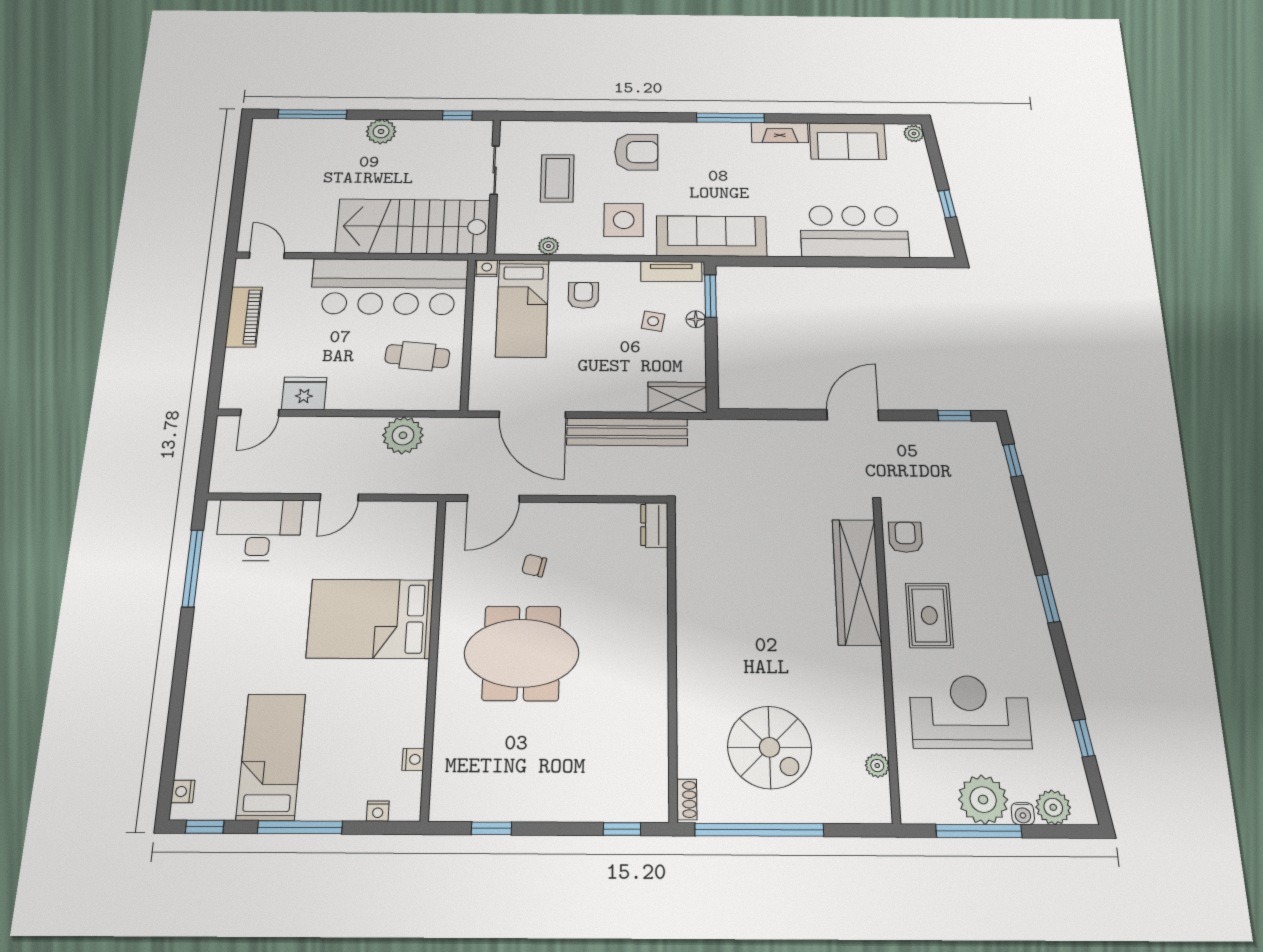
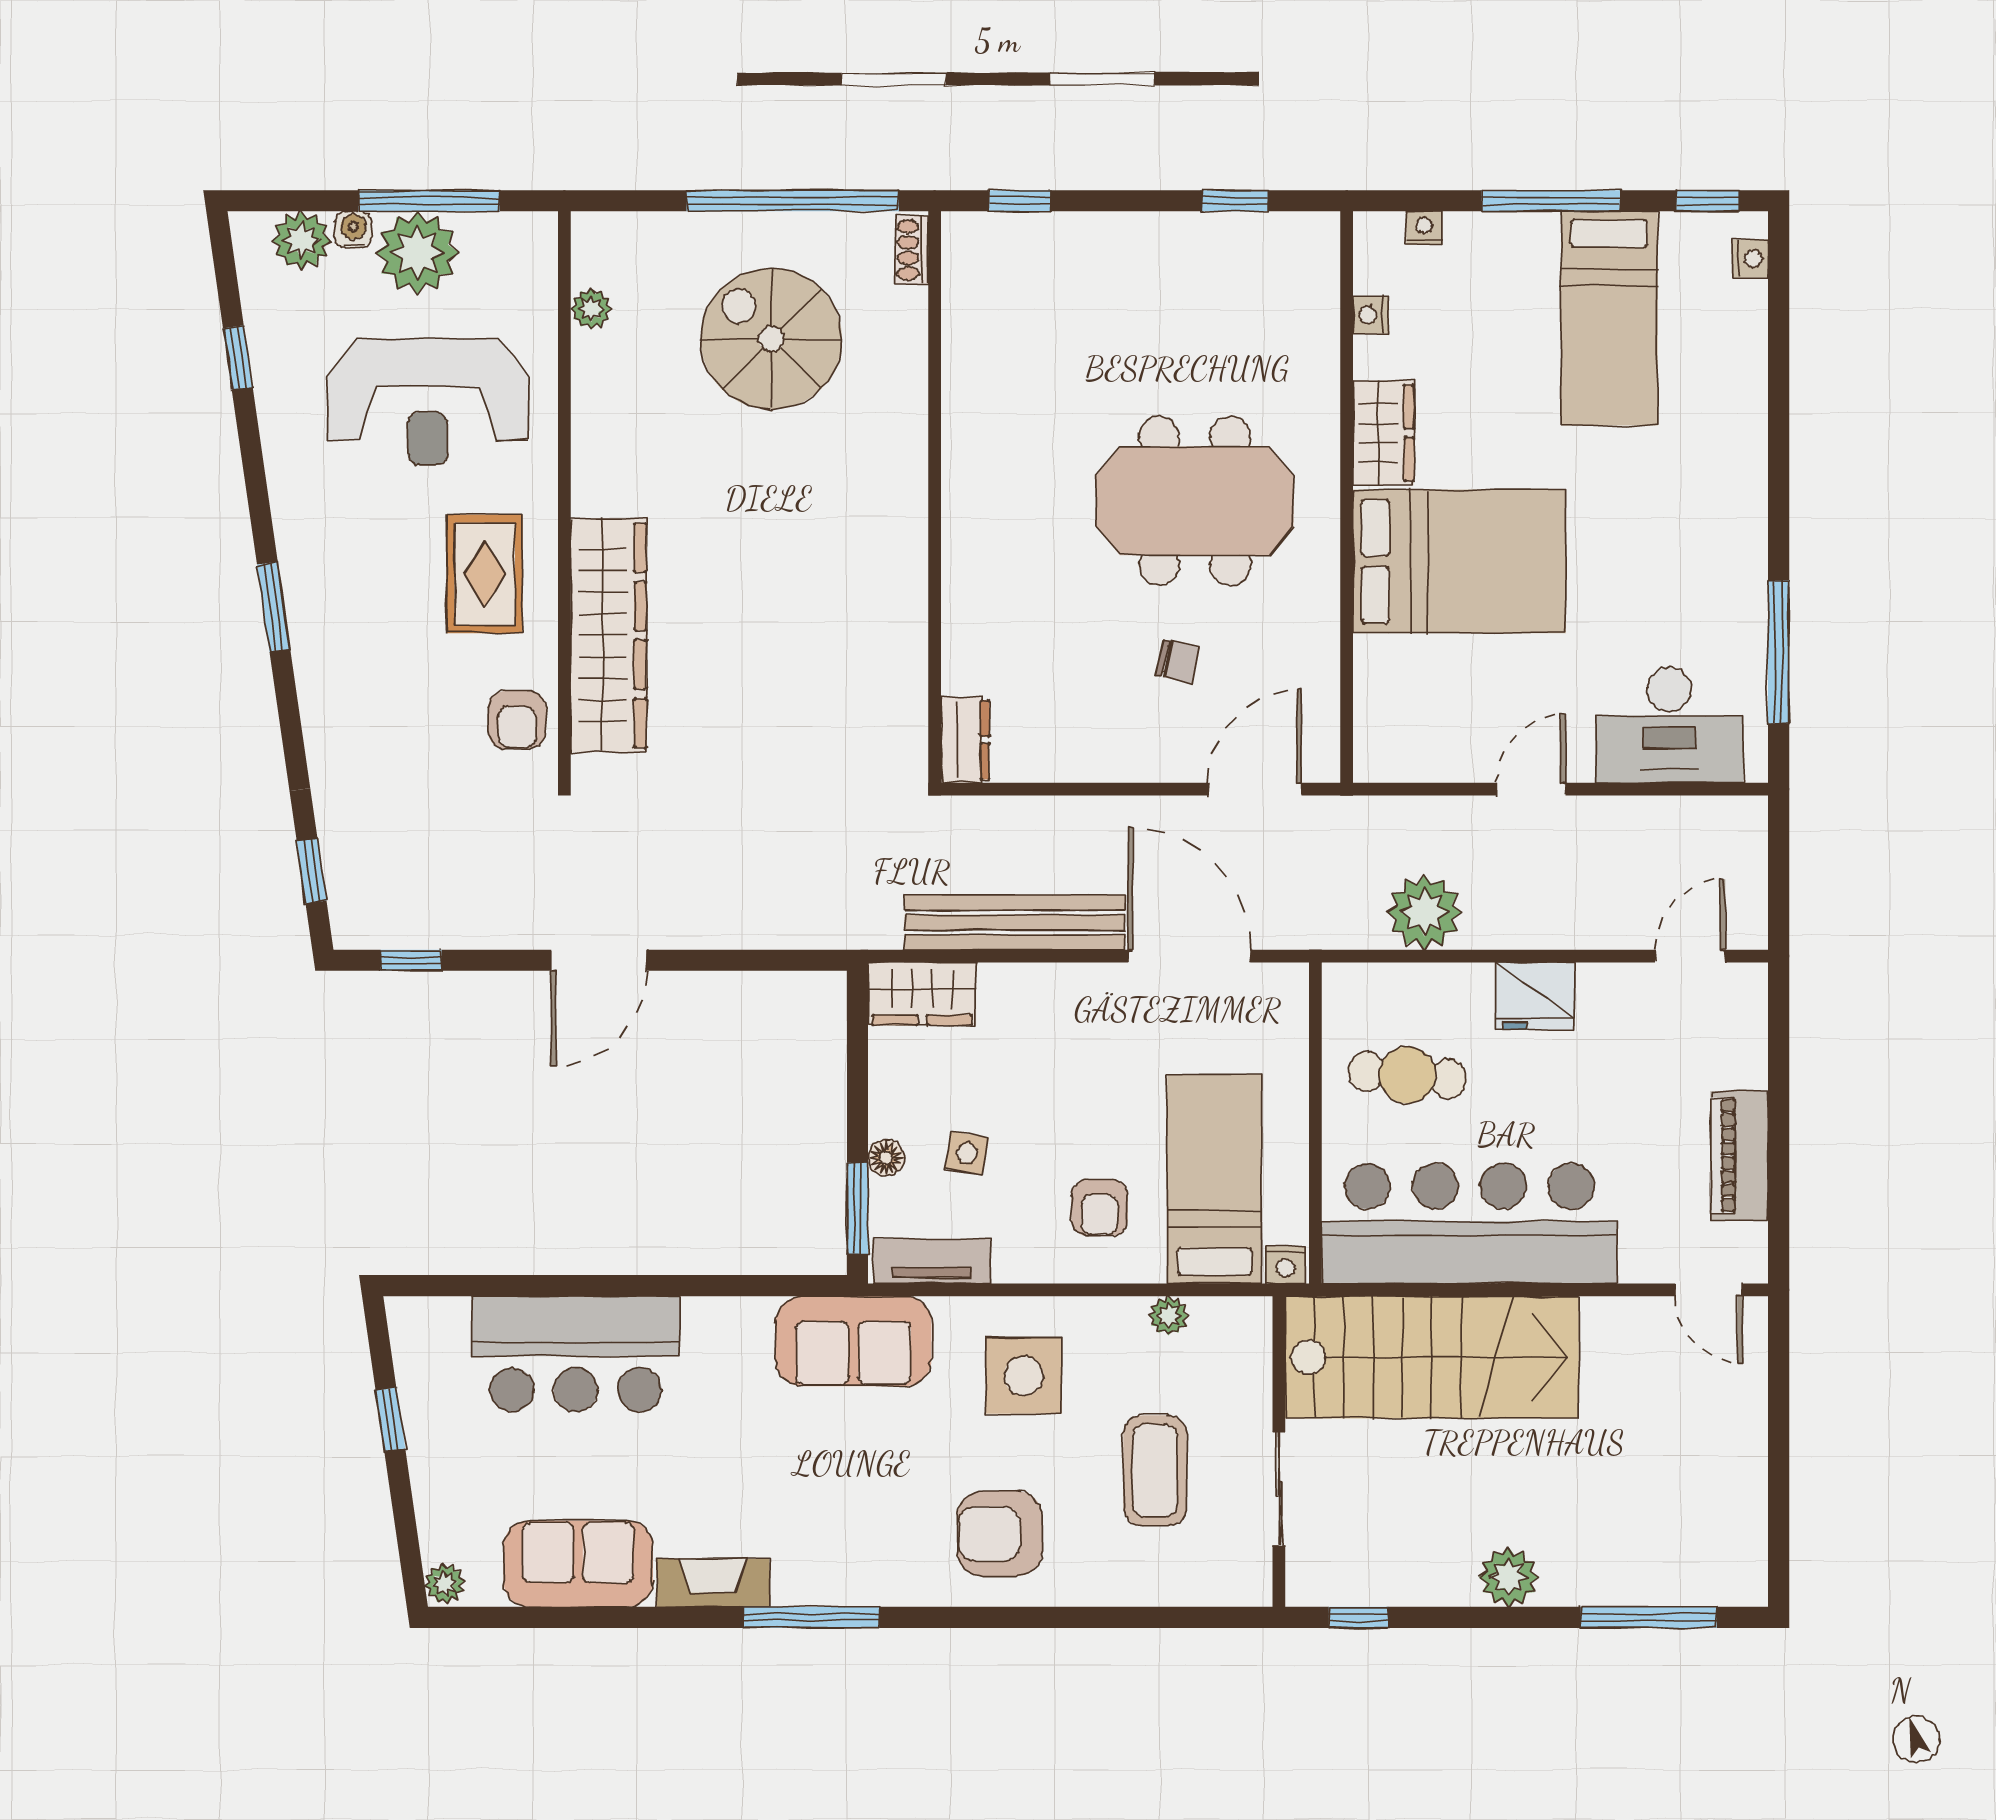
sofa: (711, 236) -> (853, 1341), width x0.73
fridge: (304, 393) -> (1535, 996), moved
wardrobe: (410, 691) -> (1383, 433), added

